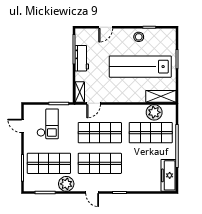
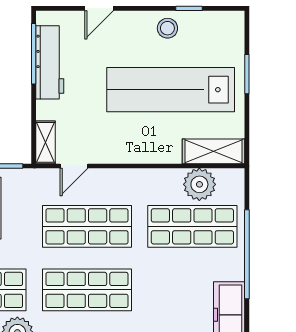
workbench: (82, 58) -> (50, 62), width x1.38

